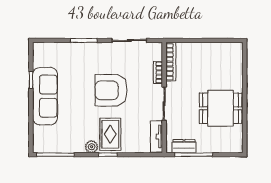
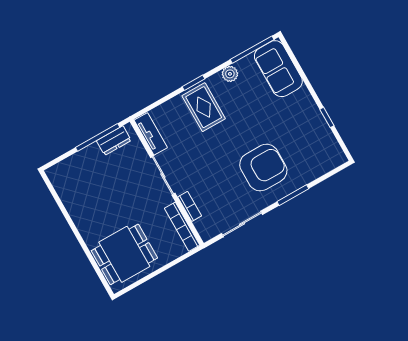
armchair: (111, 90) -> (263, 168), moved
sofa: (45, 96) -> (278, 69), moved, width x0.73
dining table: (221, 108) -> (124, 254), moved
plant: (92, 147) -> (230, 74), moved

